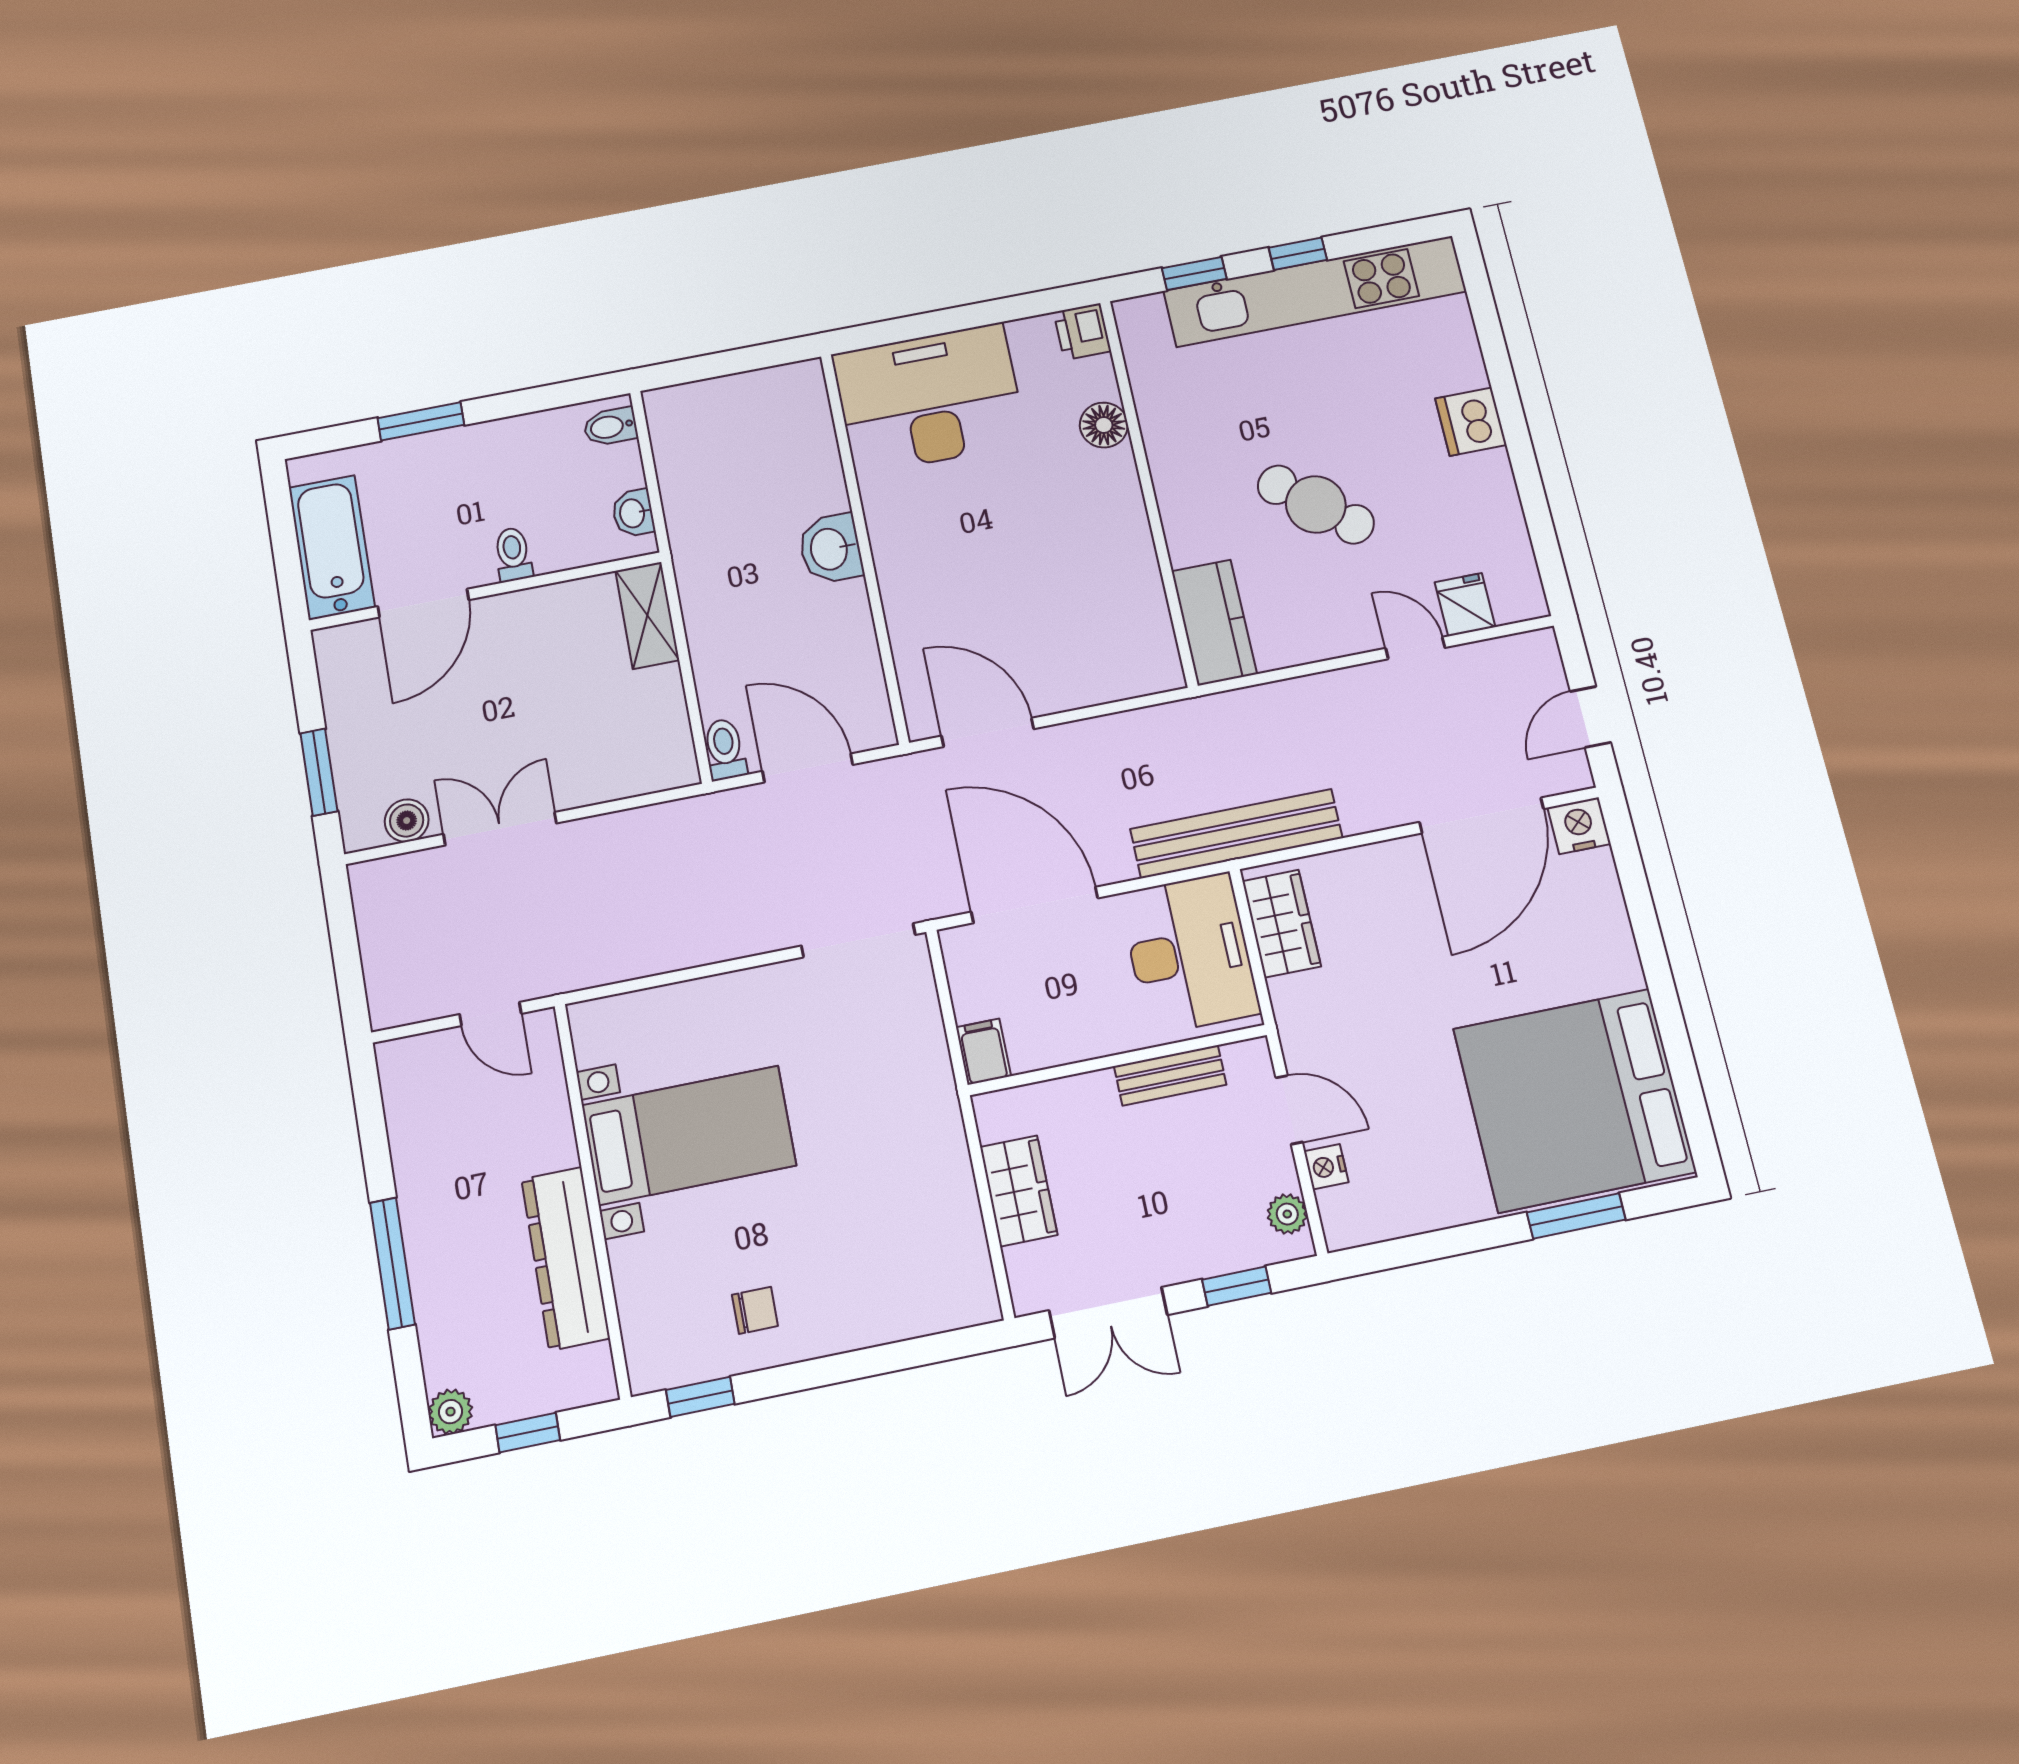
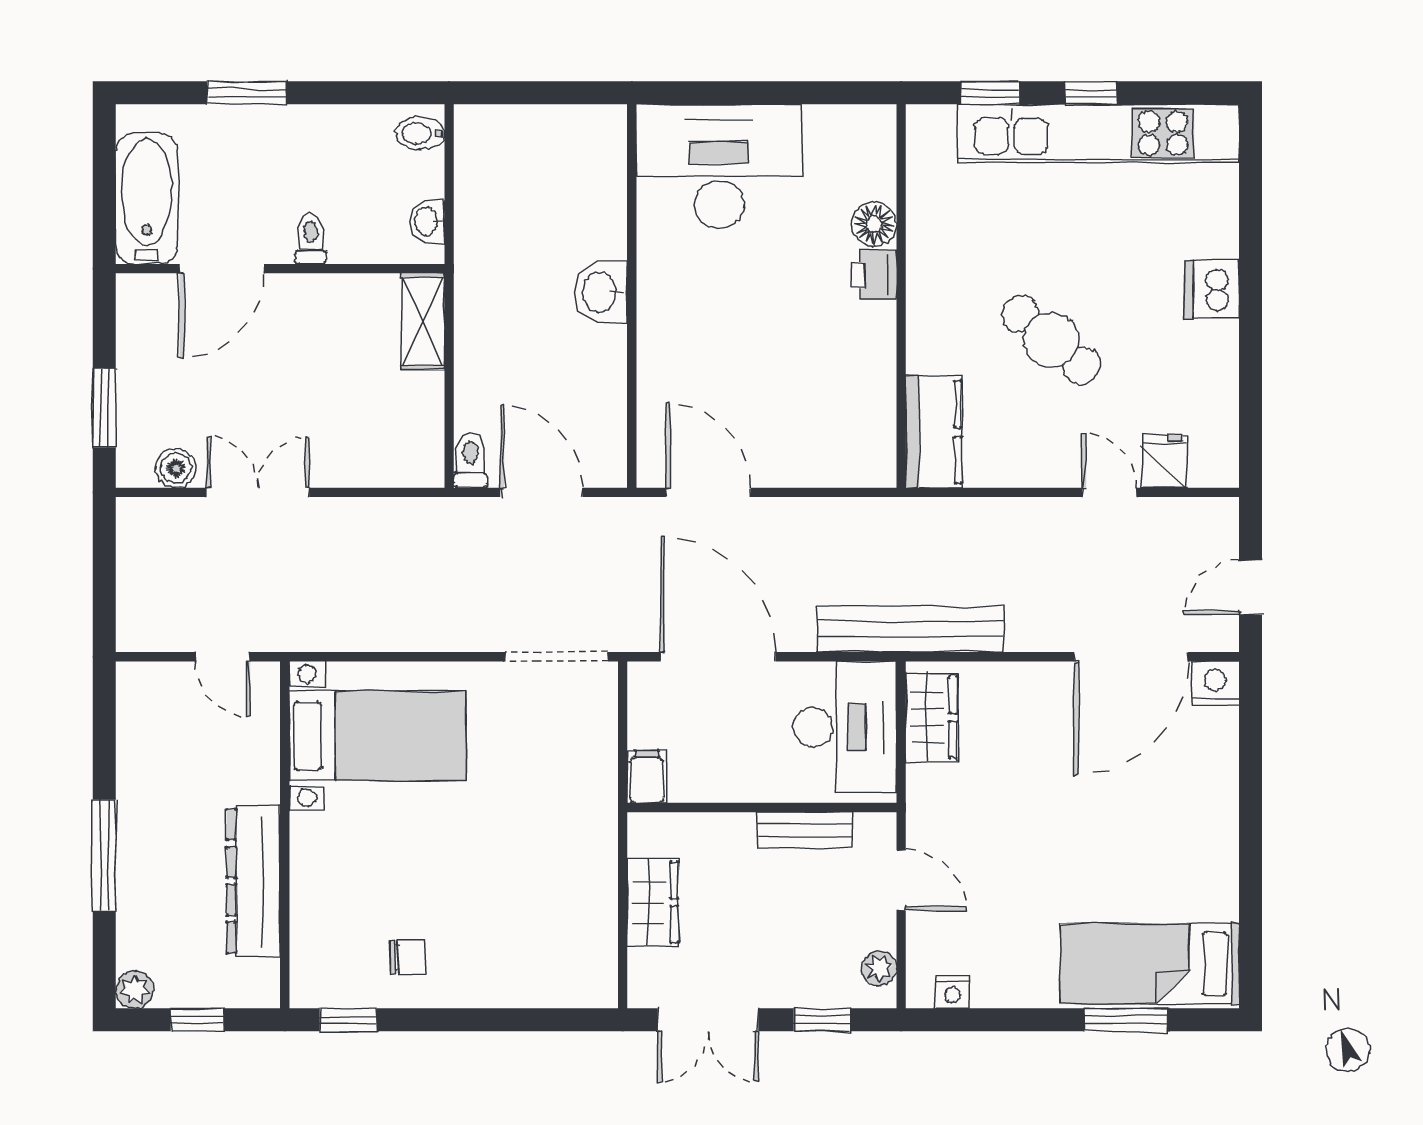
printer: (1082, 332) -> (874, 275), moved
bed: (1574, 1100) -> (1150, 964), width x0.49
bed with nightstands: (689, 1135) -> (377, 736), moved
nightstand: (1326, 1167) -> (952, 992), moved, turned -90

